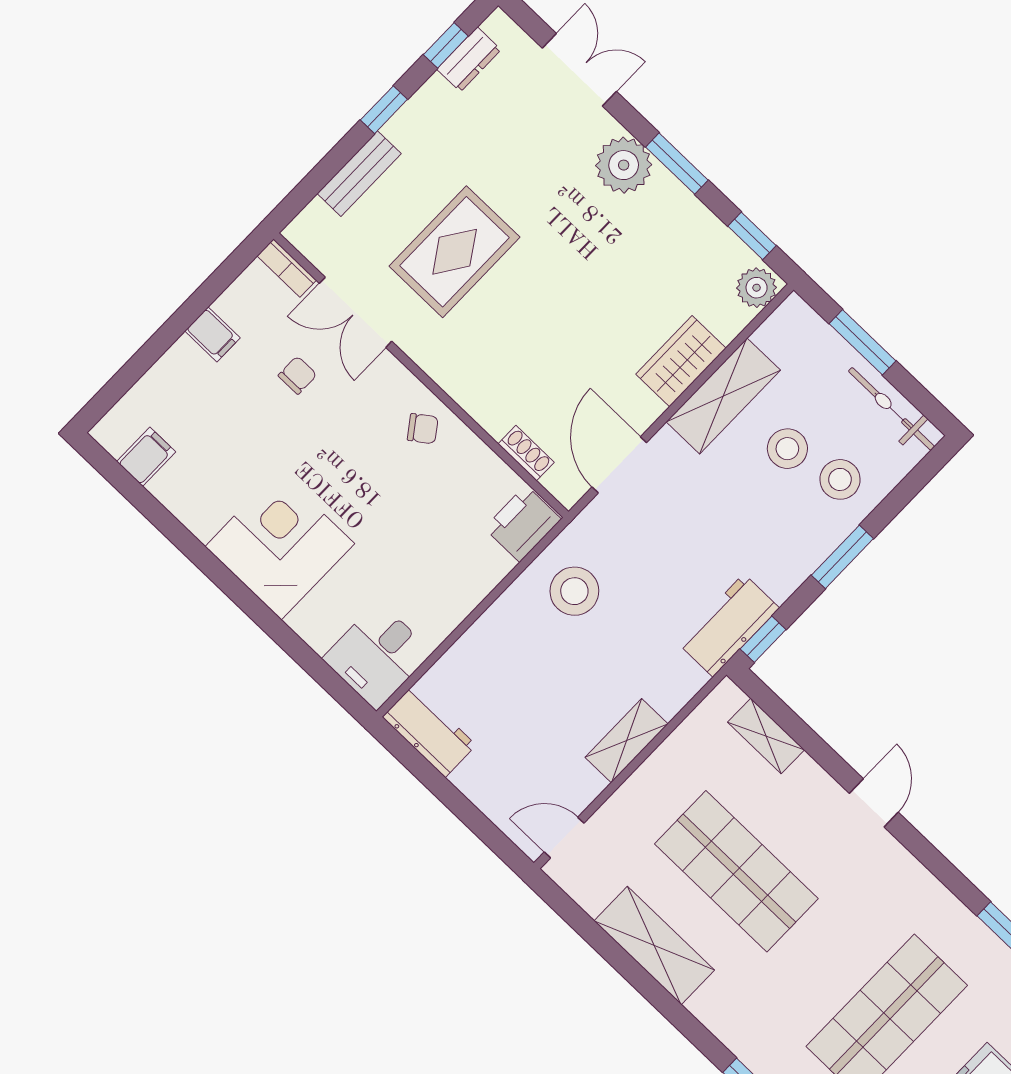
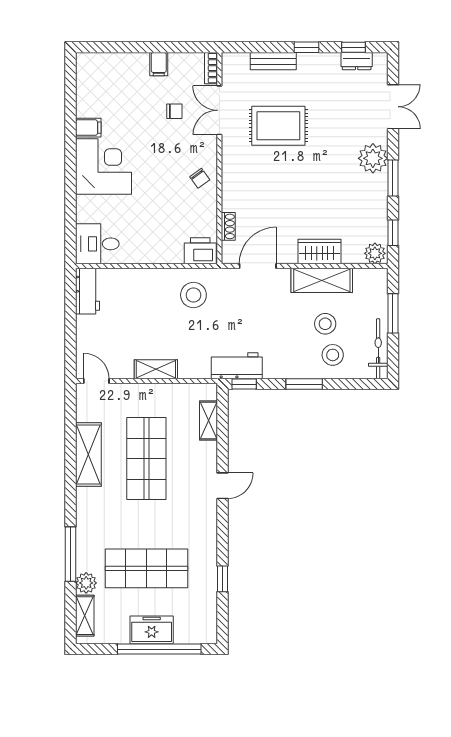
filing cabinet: (146, 457) -> (88, 128), moved

